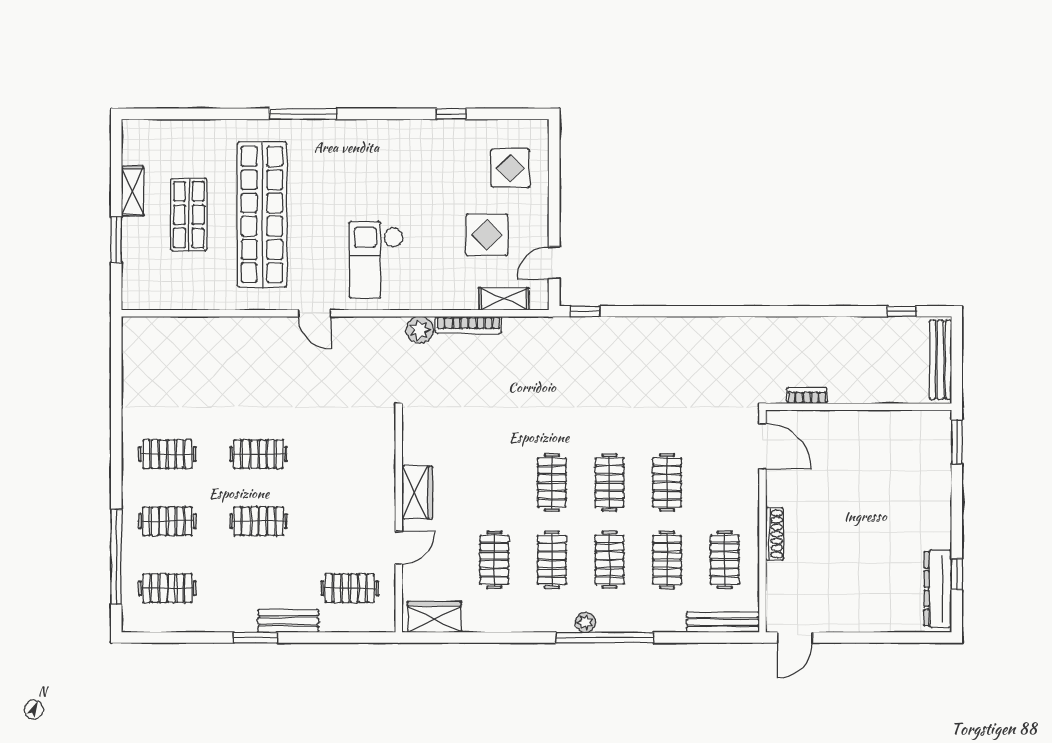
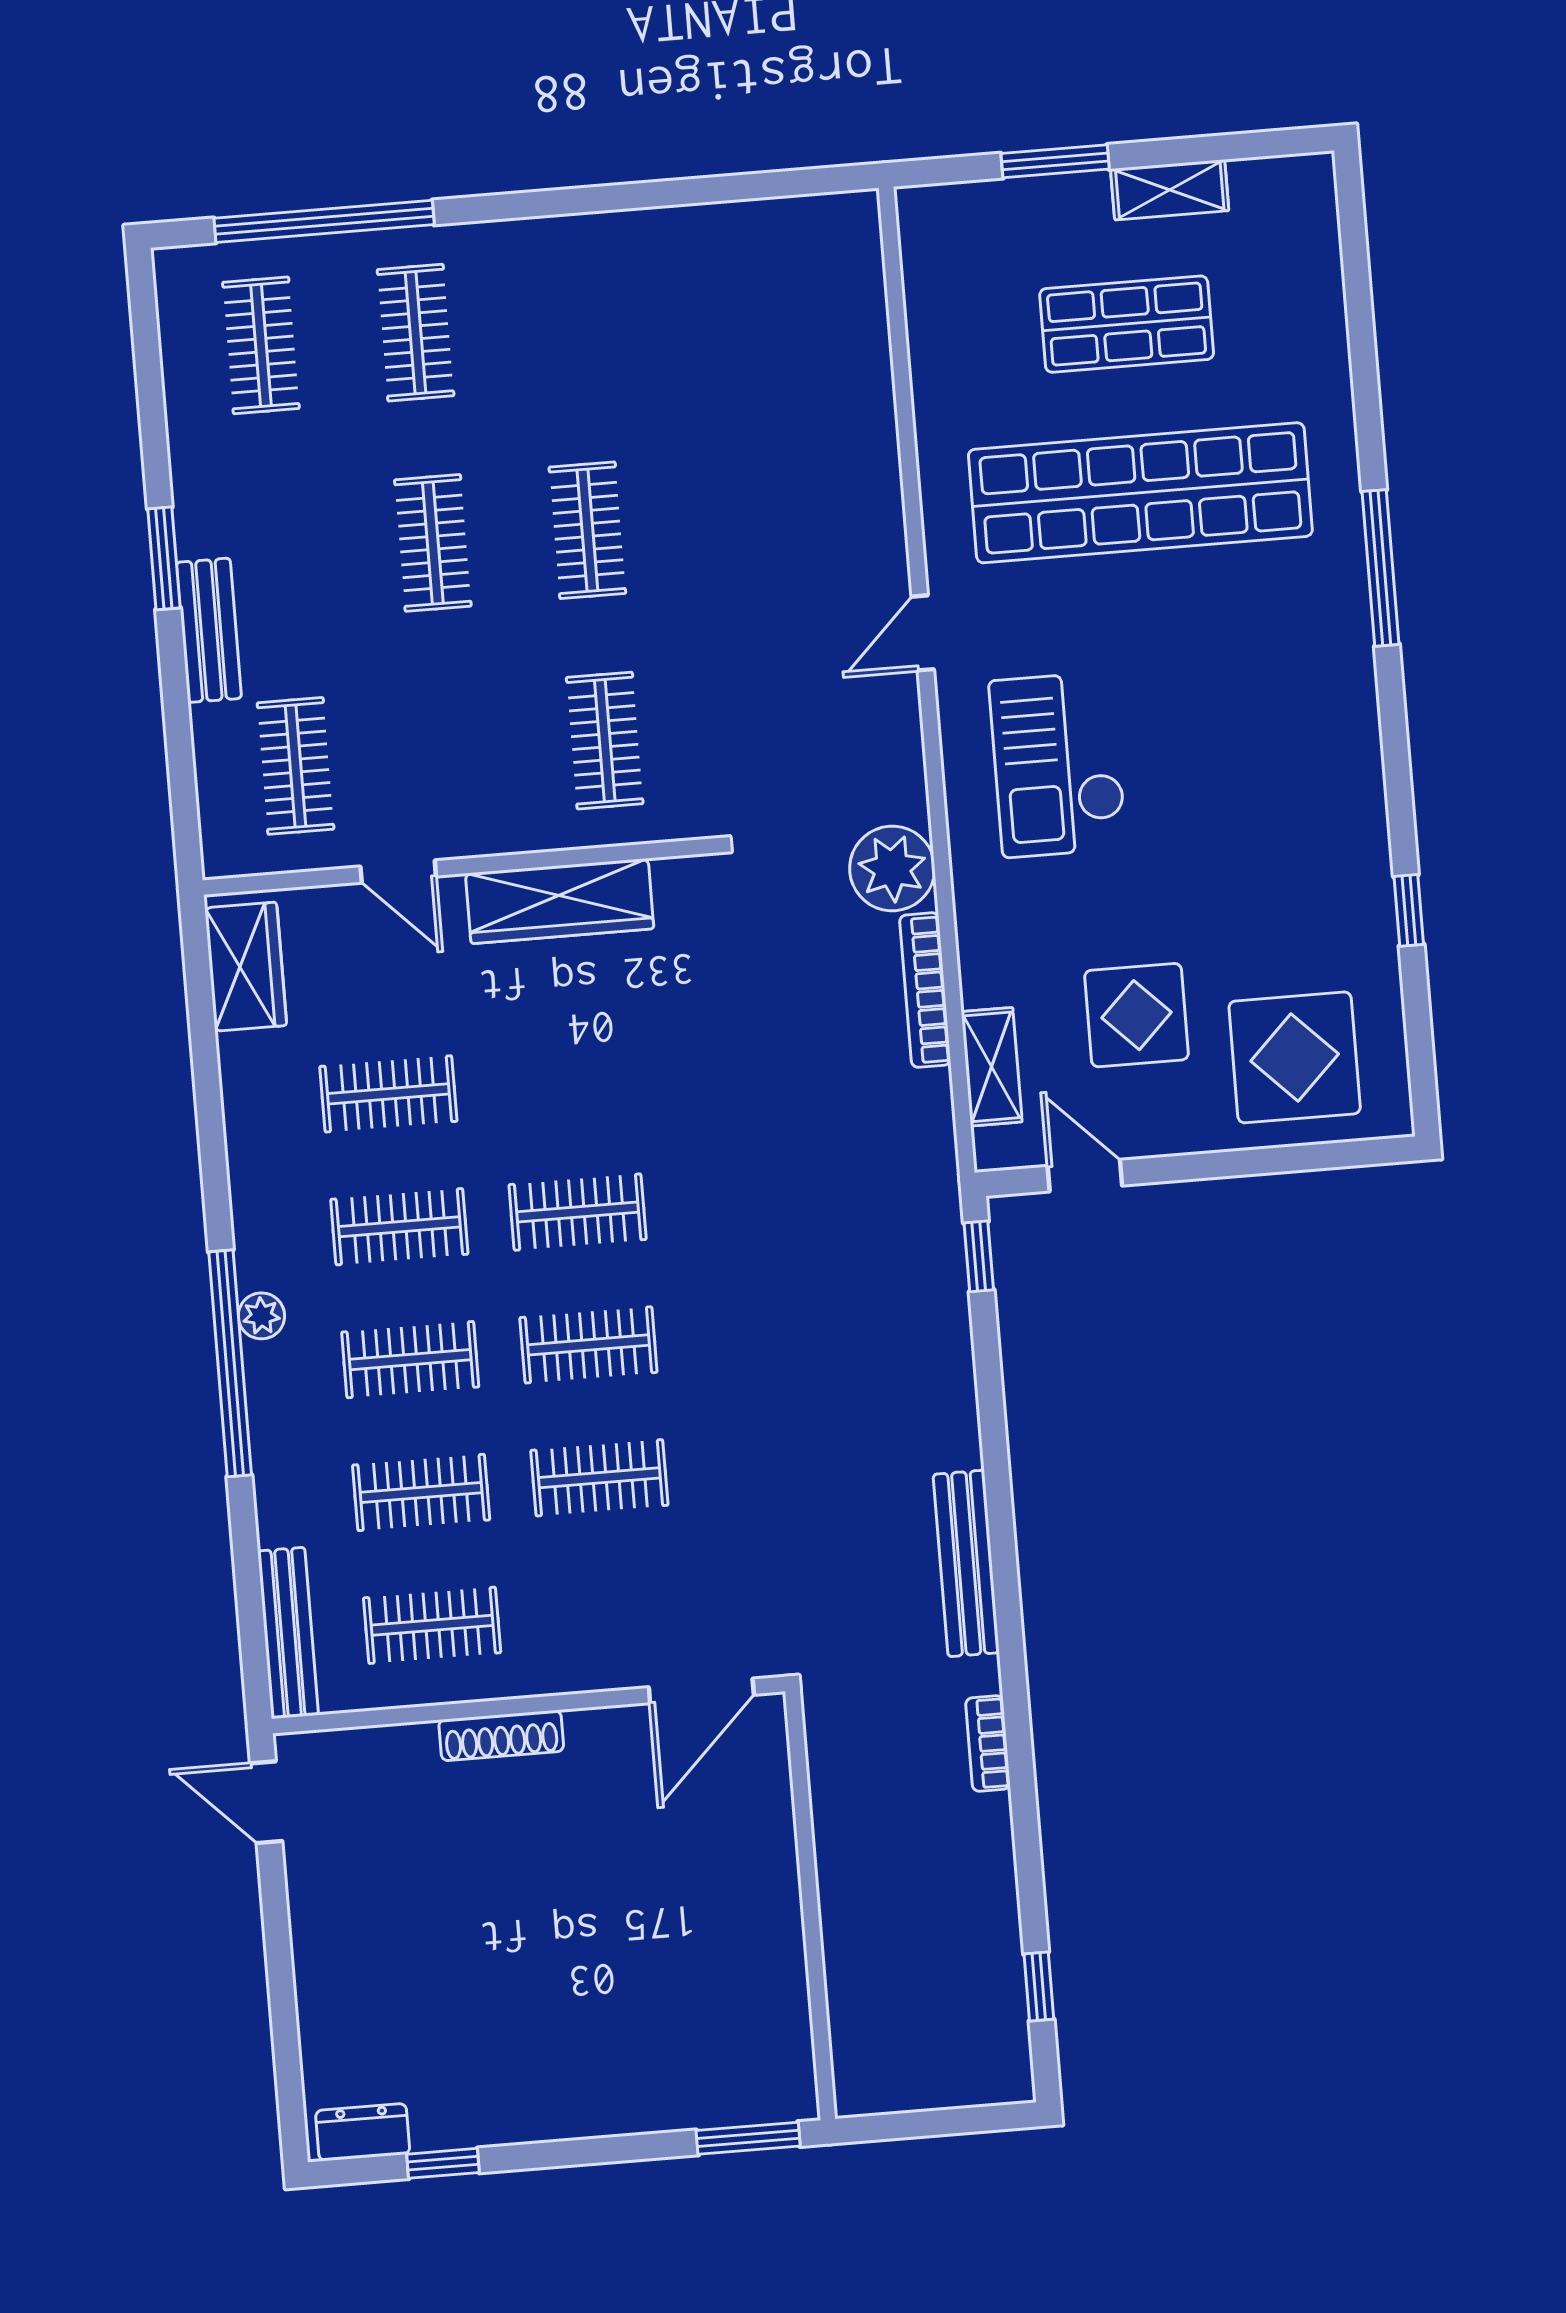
display table: (511, 168) -> (1295, 1057), width x1.36, depth x1.36
checkout: (376, 260) -> (1058, 765), turned -90
plant: (420, 330) -> (892, 868), width x1.36, depth x1.36
bench: (940, 360) -> (966, 1563), moved, turned 90
bookcase: (807, 396) -> (988, 1744), moved, turned 180
clothes rail: (167, 454) -> (605, 741), moved
wardrobe: (417, 492) -> (560, 901), width x1.50
dresser: (938, 589) -> (363, 2132), width x0.51, depth x0.80

